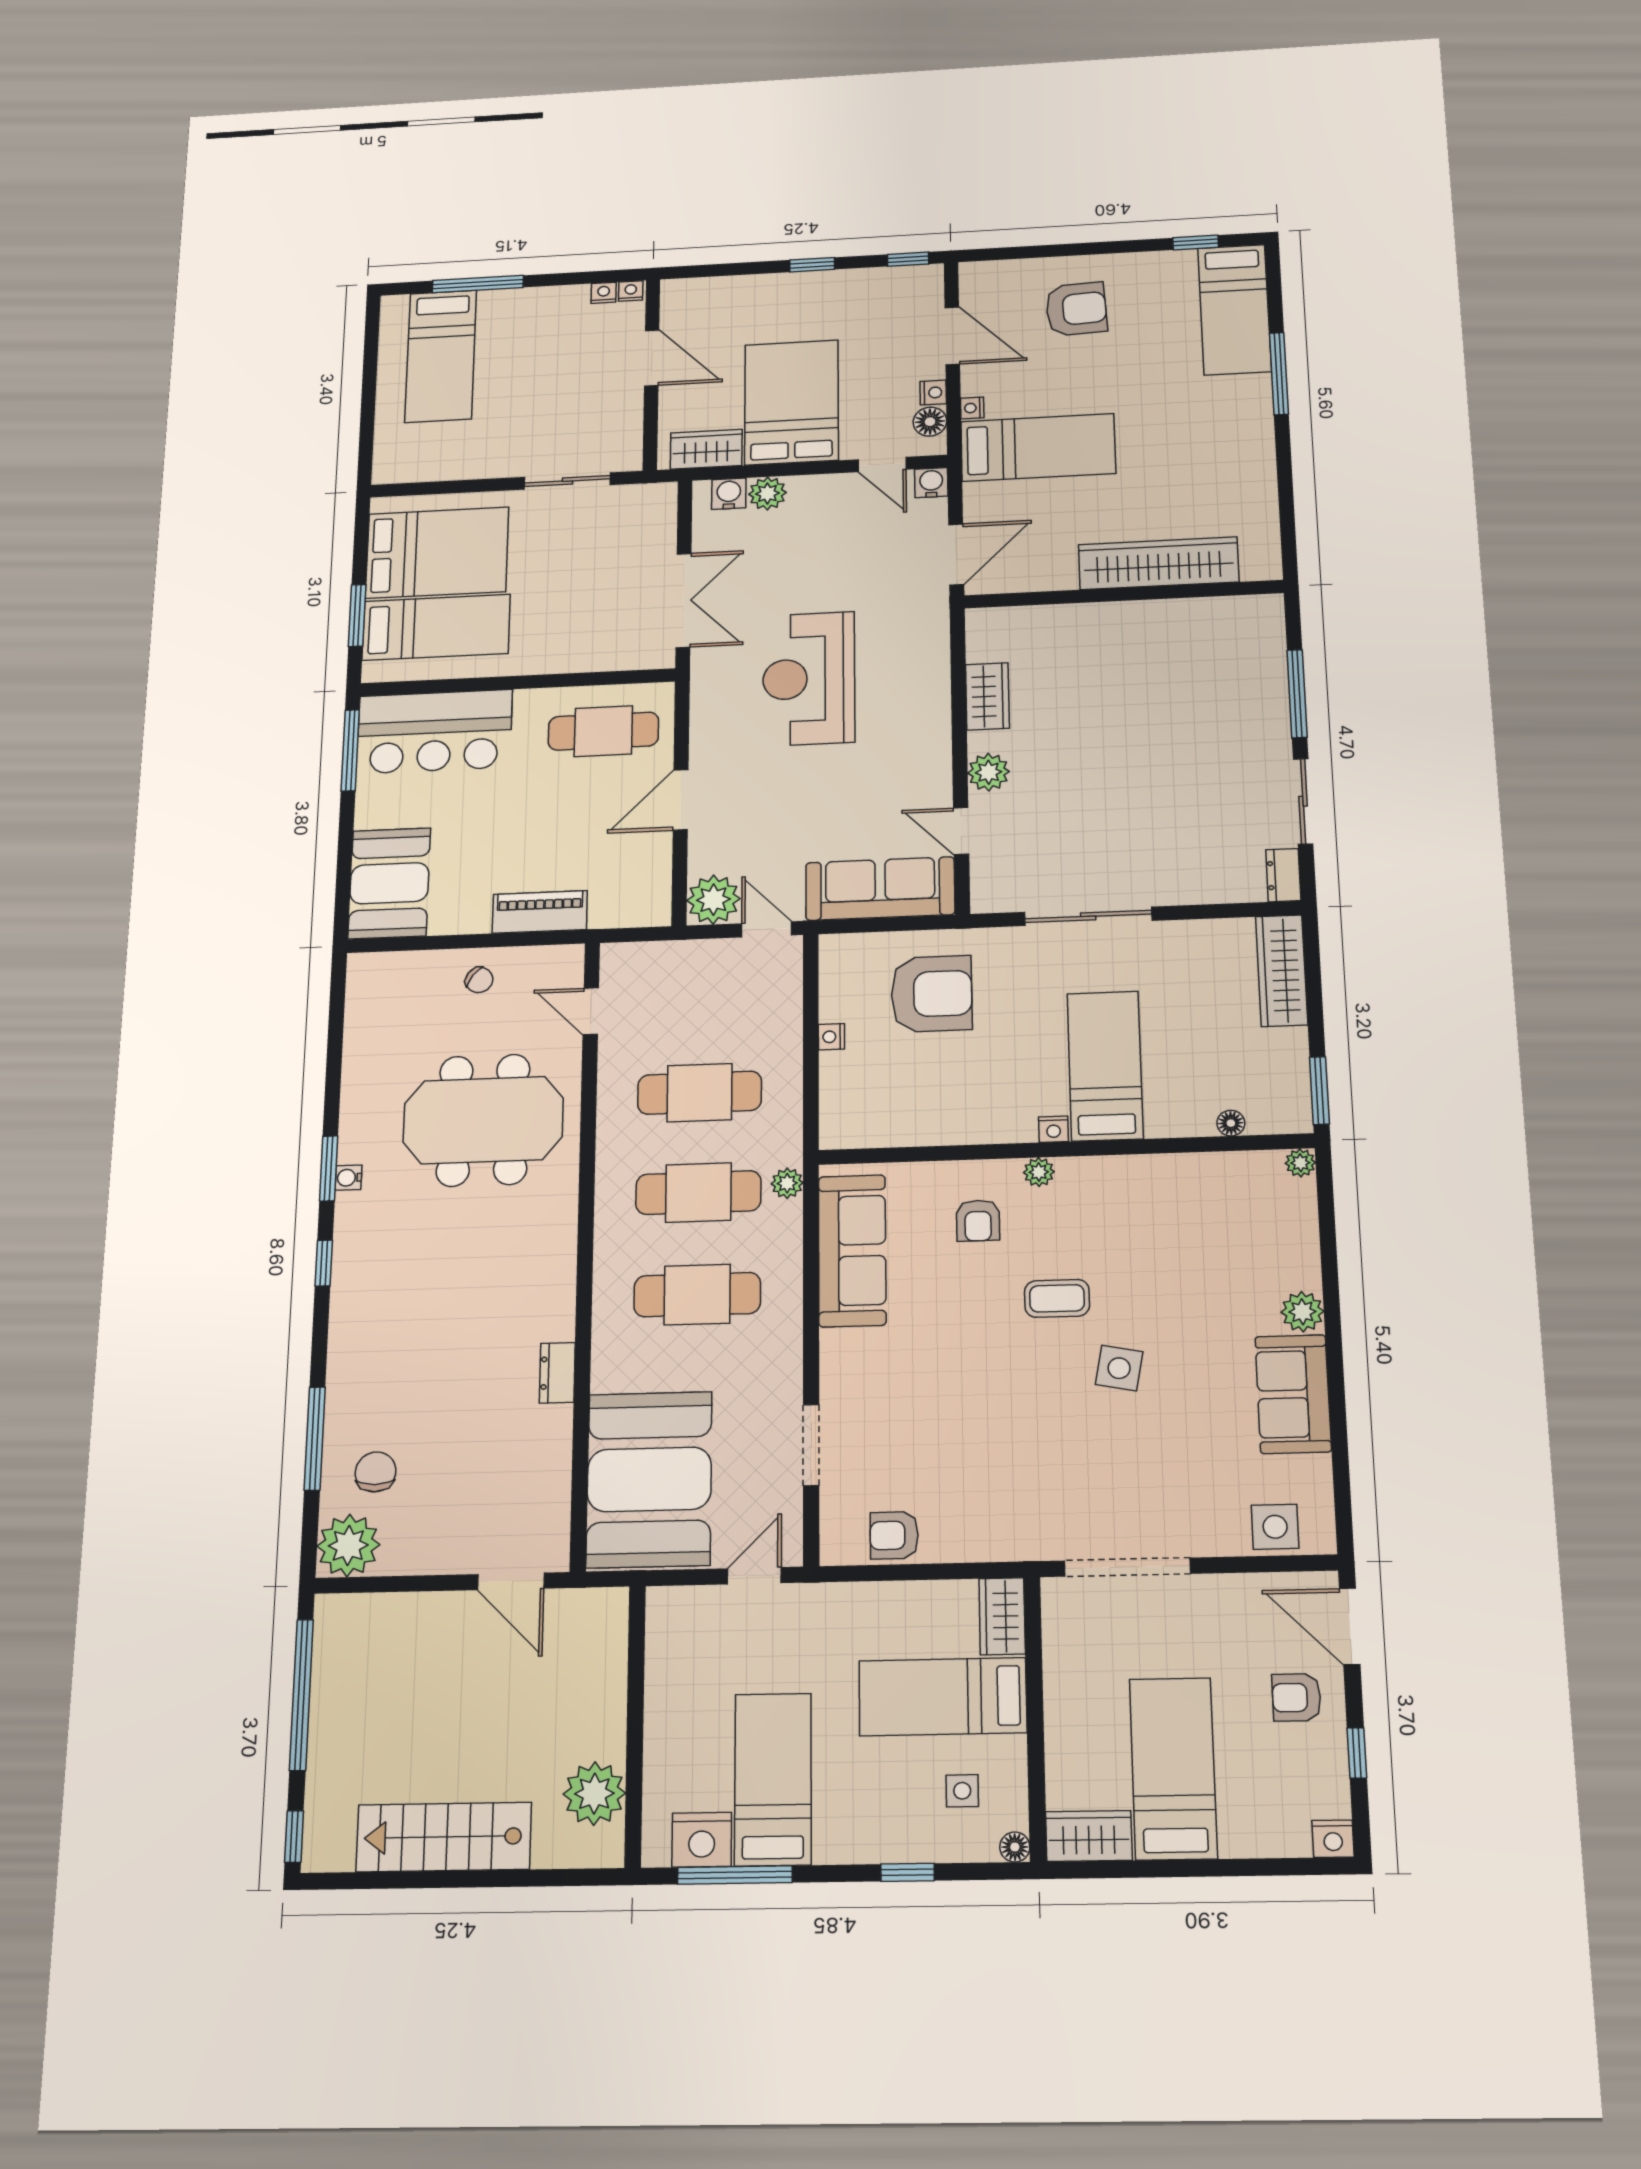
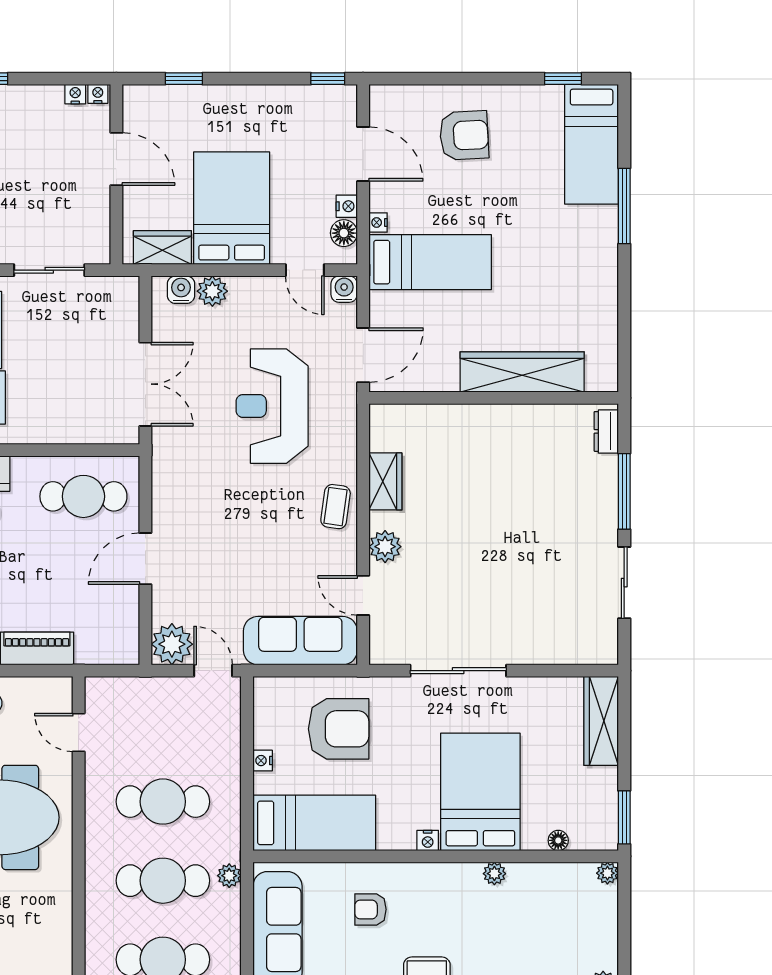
window: (812, 265) -> (184, 79), moved
reception desk: (809, 679) -> (272, 406), moved
coffee table: (924, 728) -> (336, 507), added
dresser: (1283, 875) -> (606, 431), moved
bed: (1105, 1066) -> (480, 792), width x1.50
bed: (901, 1112) -> (314, 823), added
plant: (1039, 1172) -> (494, 874), moved
armchair: (978, 1220) -> (370, 909), turned 90

